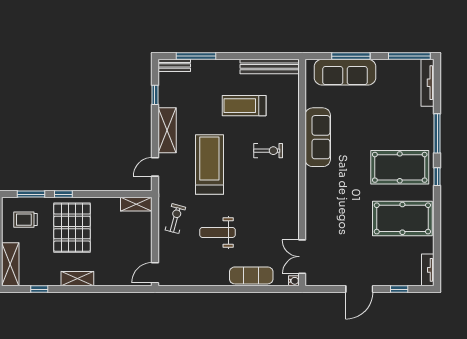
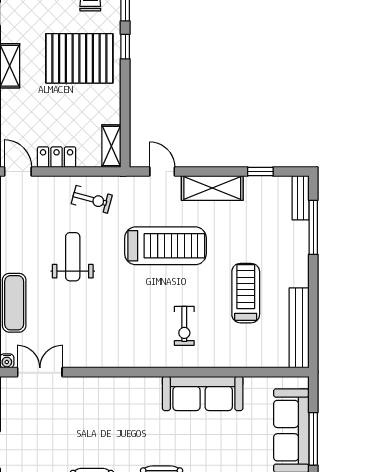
locker: (144, 244) -> (57, 157), added

